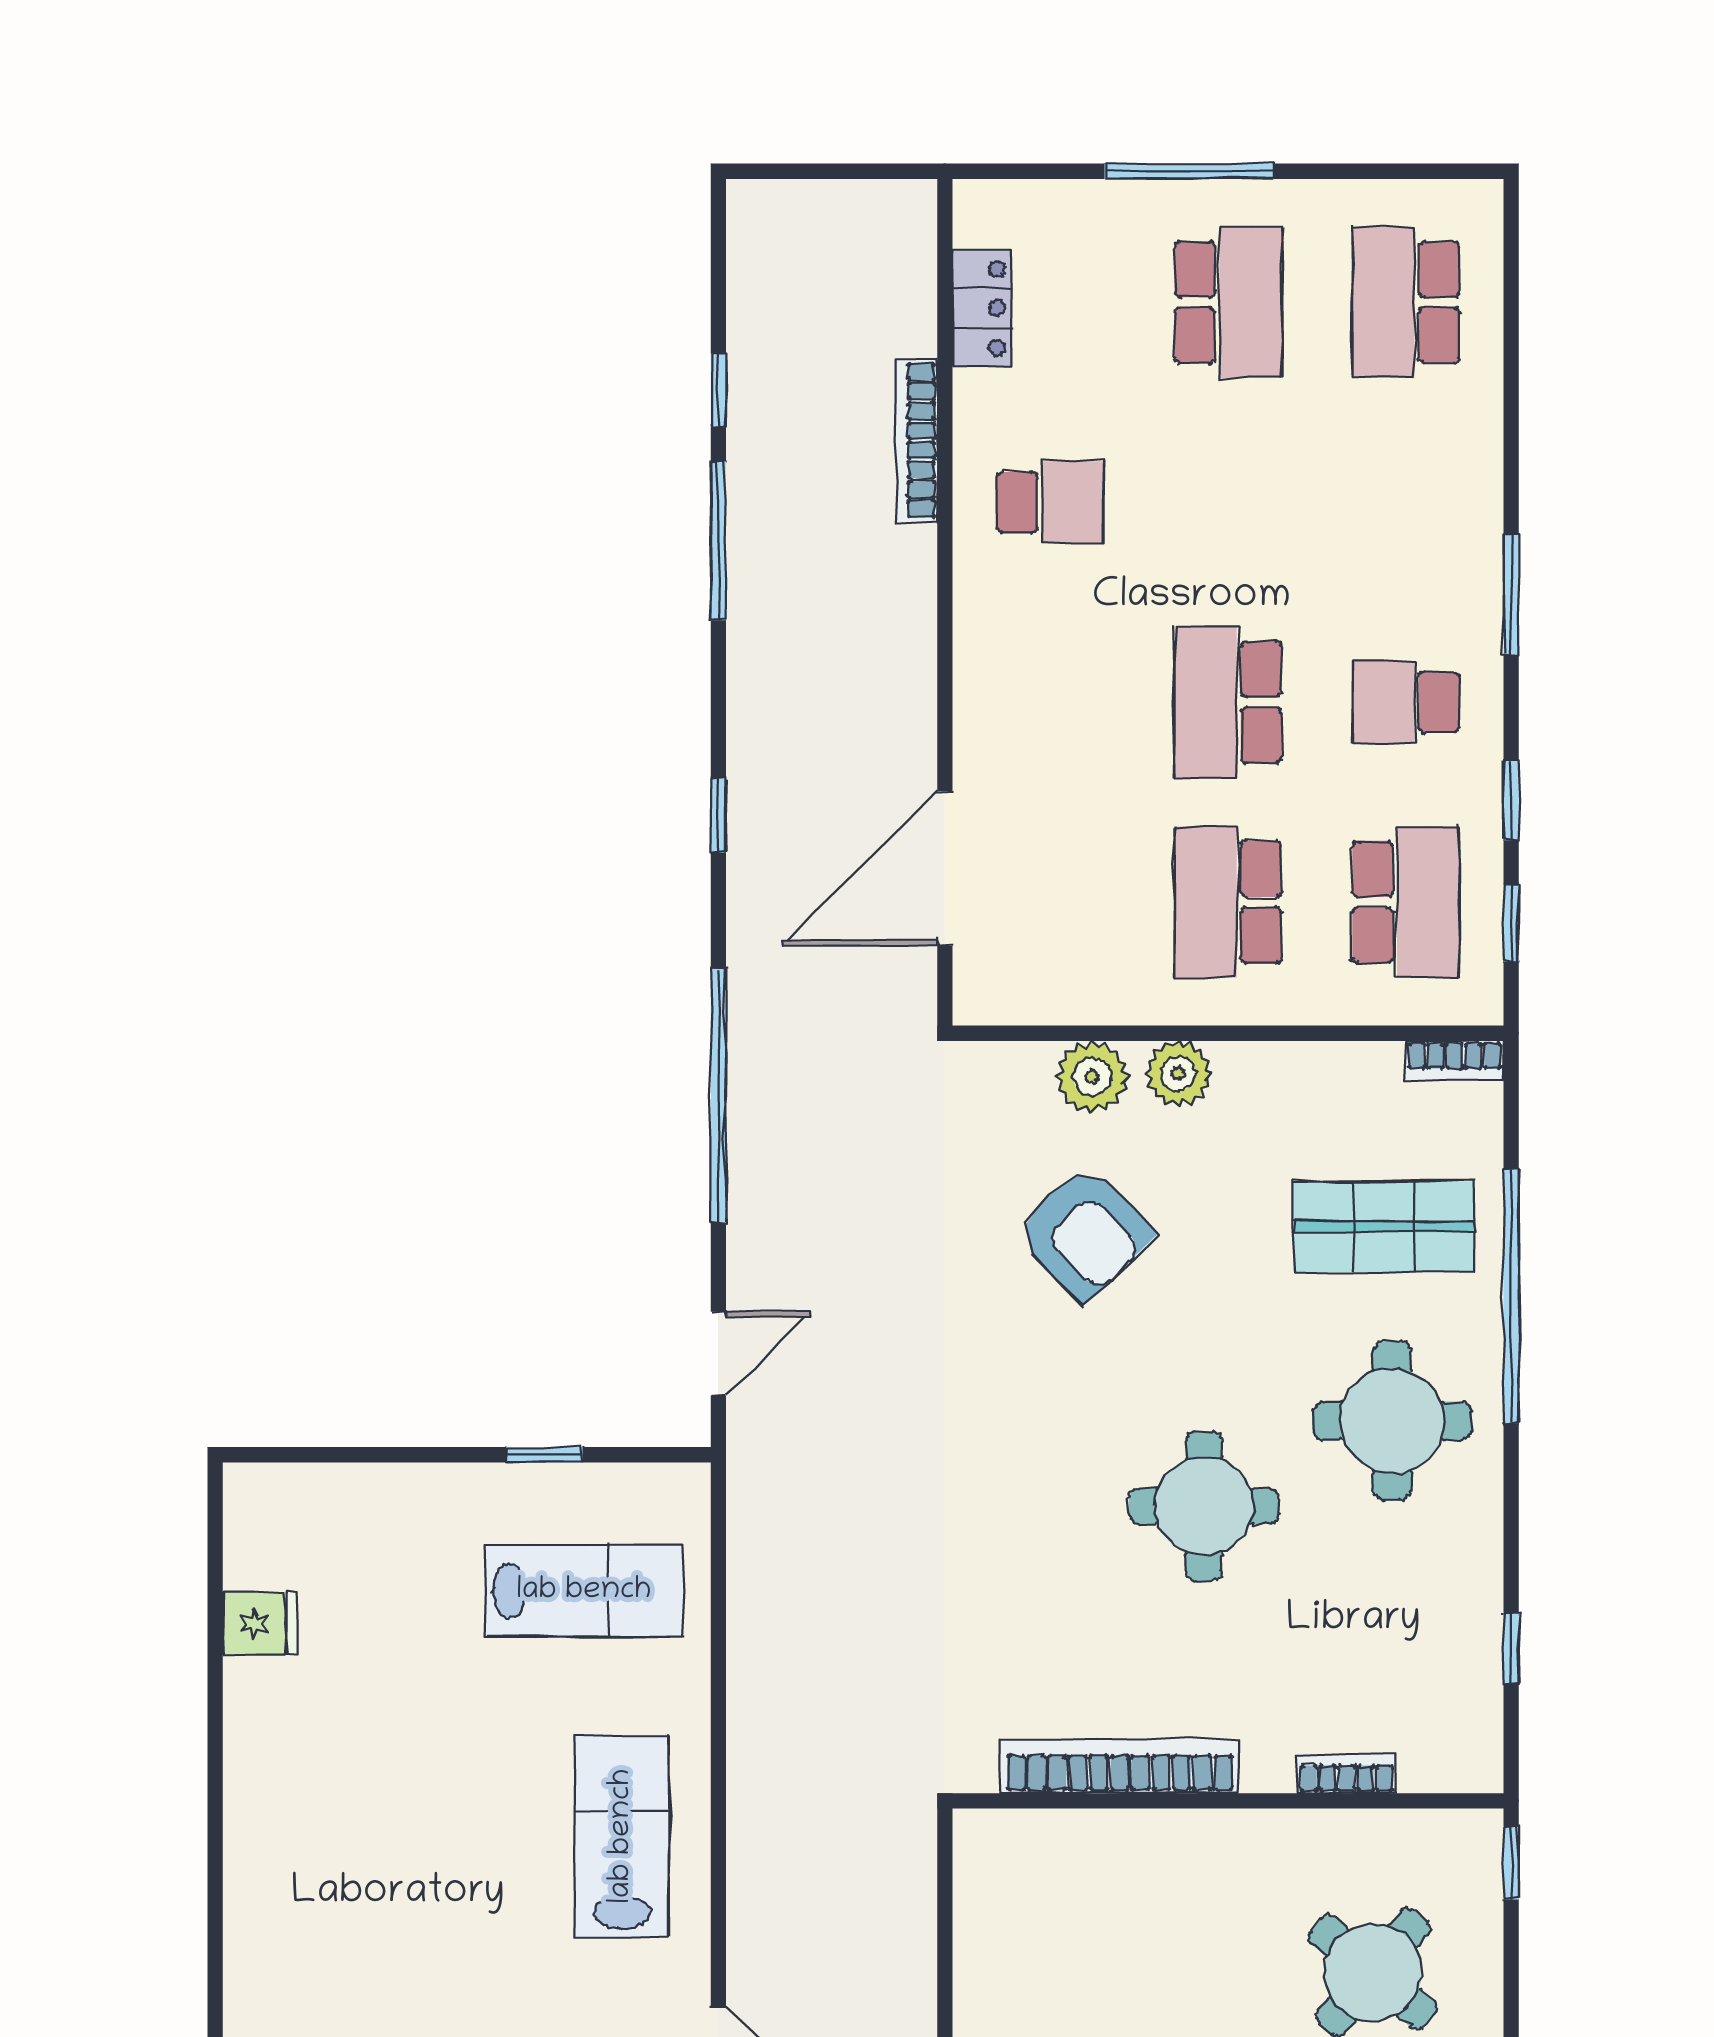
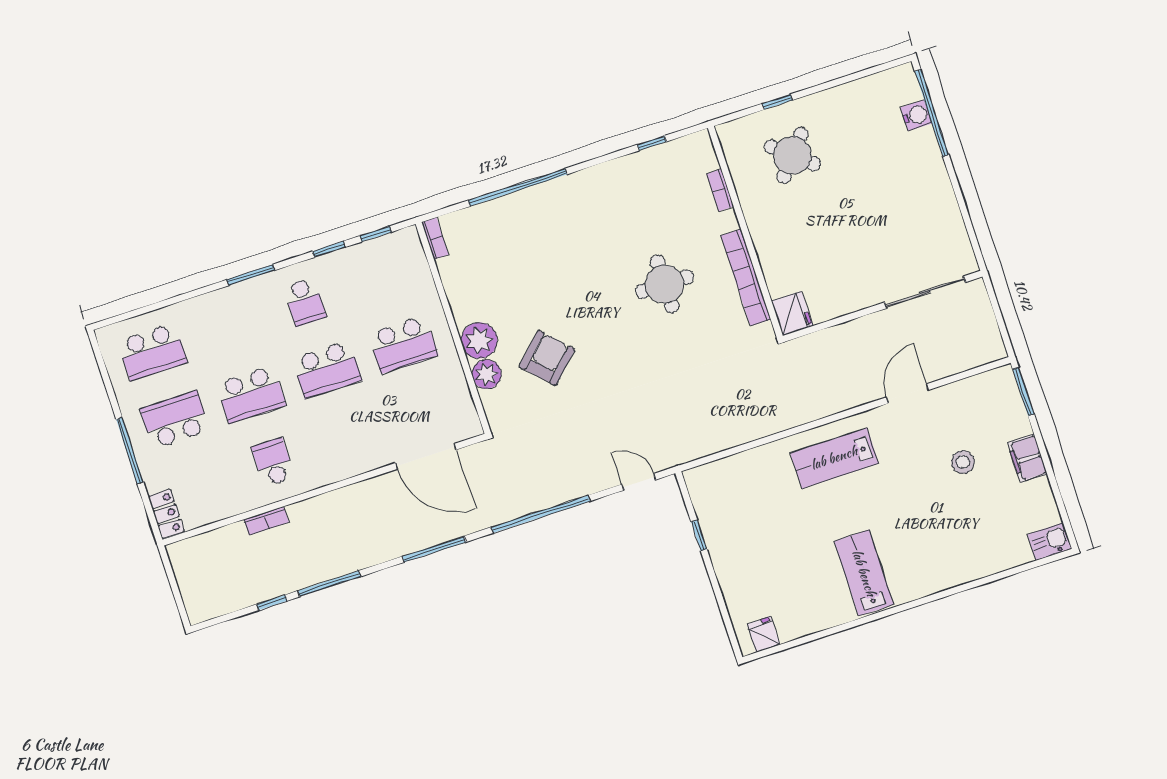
locker: (982, 308) -> (166, 514), moved, turned 90
bookcase: (916, 440) -> (266, 521), width x0.64
window: (718, 816) -> (434, 549), width x2.17
school desk: (1406, 902) -> (251, 394), moved, turned 180
plant: (1178, 1074) -> (479, 340), width x1.36, depth x1.36
shop shelf: (1384, 1227) -> (507, 245), removed
round table: (1392, 1421) -> (580, 217), removed
round table: (1204, 1506) -> (665, 284), moved
lab bench: (584, 1591) -> (864, 573), moved
fridge: (260, 1623) -> (763, 634), moved
fridge: (998, 1848) -> (792, 313), added
window: (1511, 1863) -> (777, 102), moved

